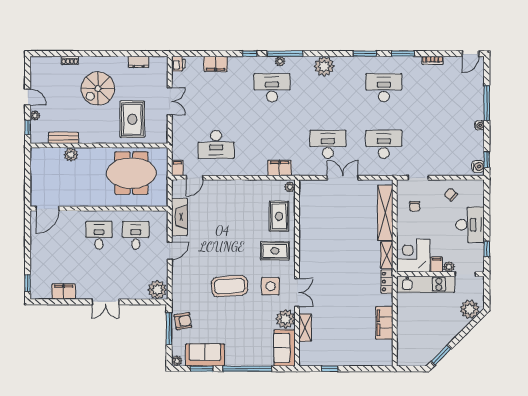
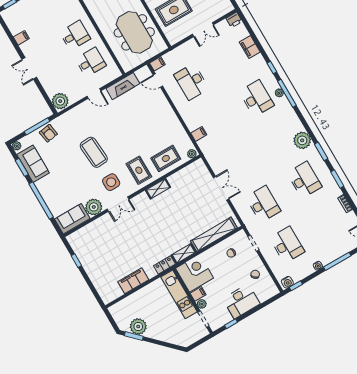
plant: (324, 66) -> (302, 140), moved
desk: (328, 144) -> (287, 245), moved
filing cabinet: (280, 168) -> (199, 134), width x0.50
filing cabinet: (64, 292) -> (21, 38), width x0.50
plant: (470, 309) -> (138, 326), moved
shelving: (305, 328) -> (158, 189), moved

